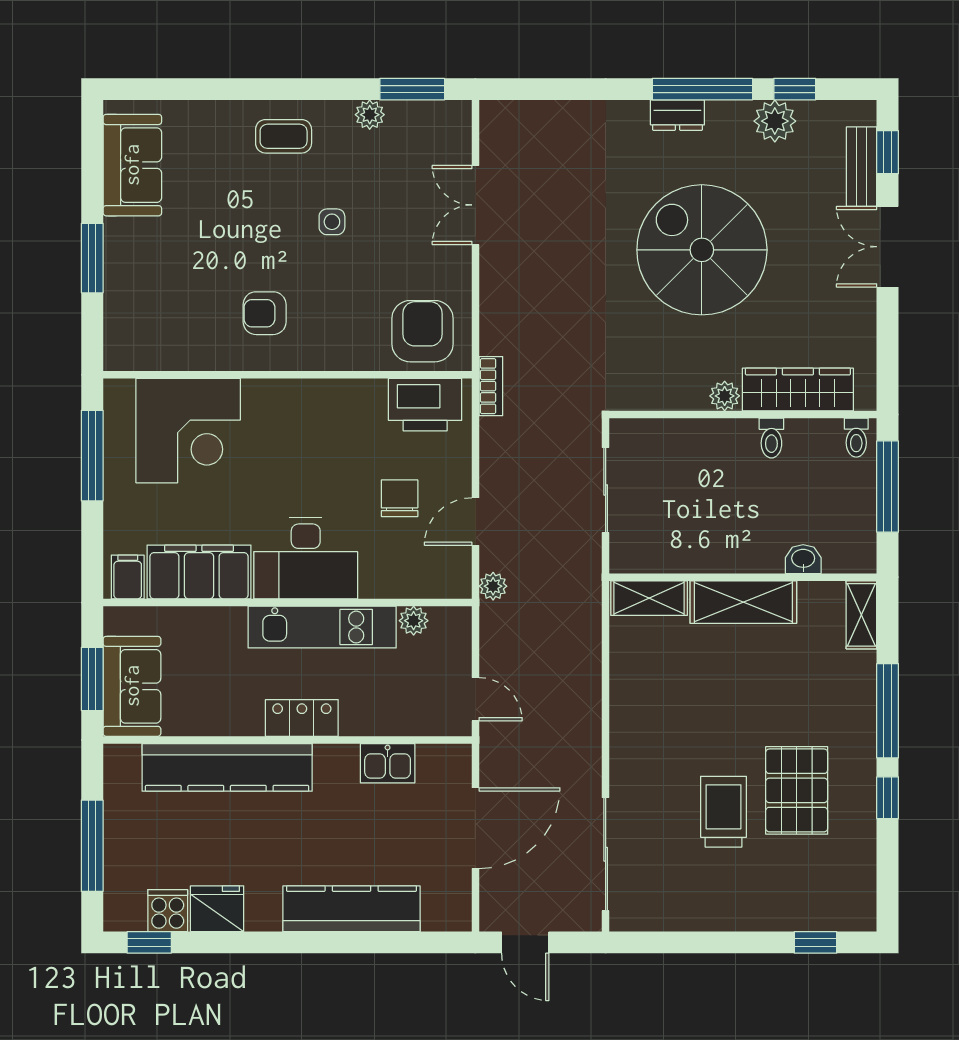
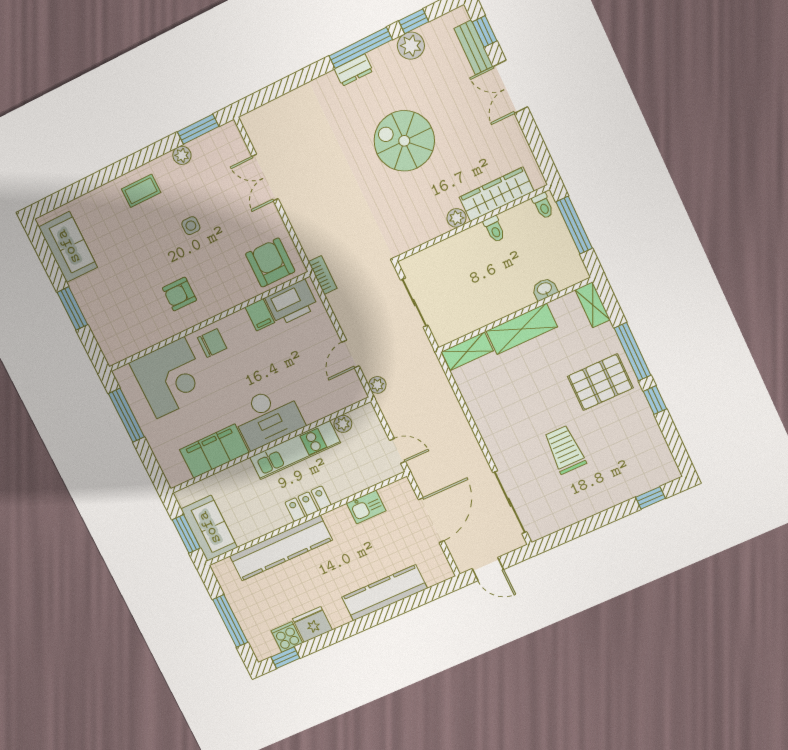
spiral stairs: (702, 250) -> (404, 141), width x0.73, depth x0.73
chair: (400, 498) -> (212, 343), moved, turned 90
filing cabinet: (128, 577) -> (260, 315), moved, turned 180
pallet: (797, 790) -> (600, 382), moved, turned 90

